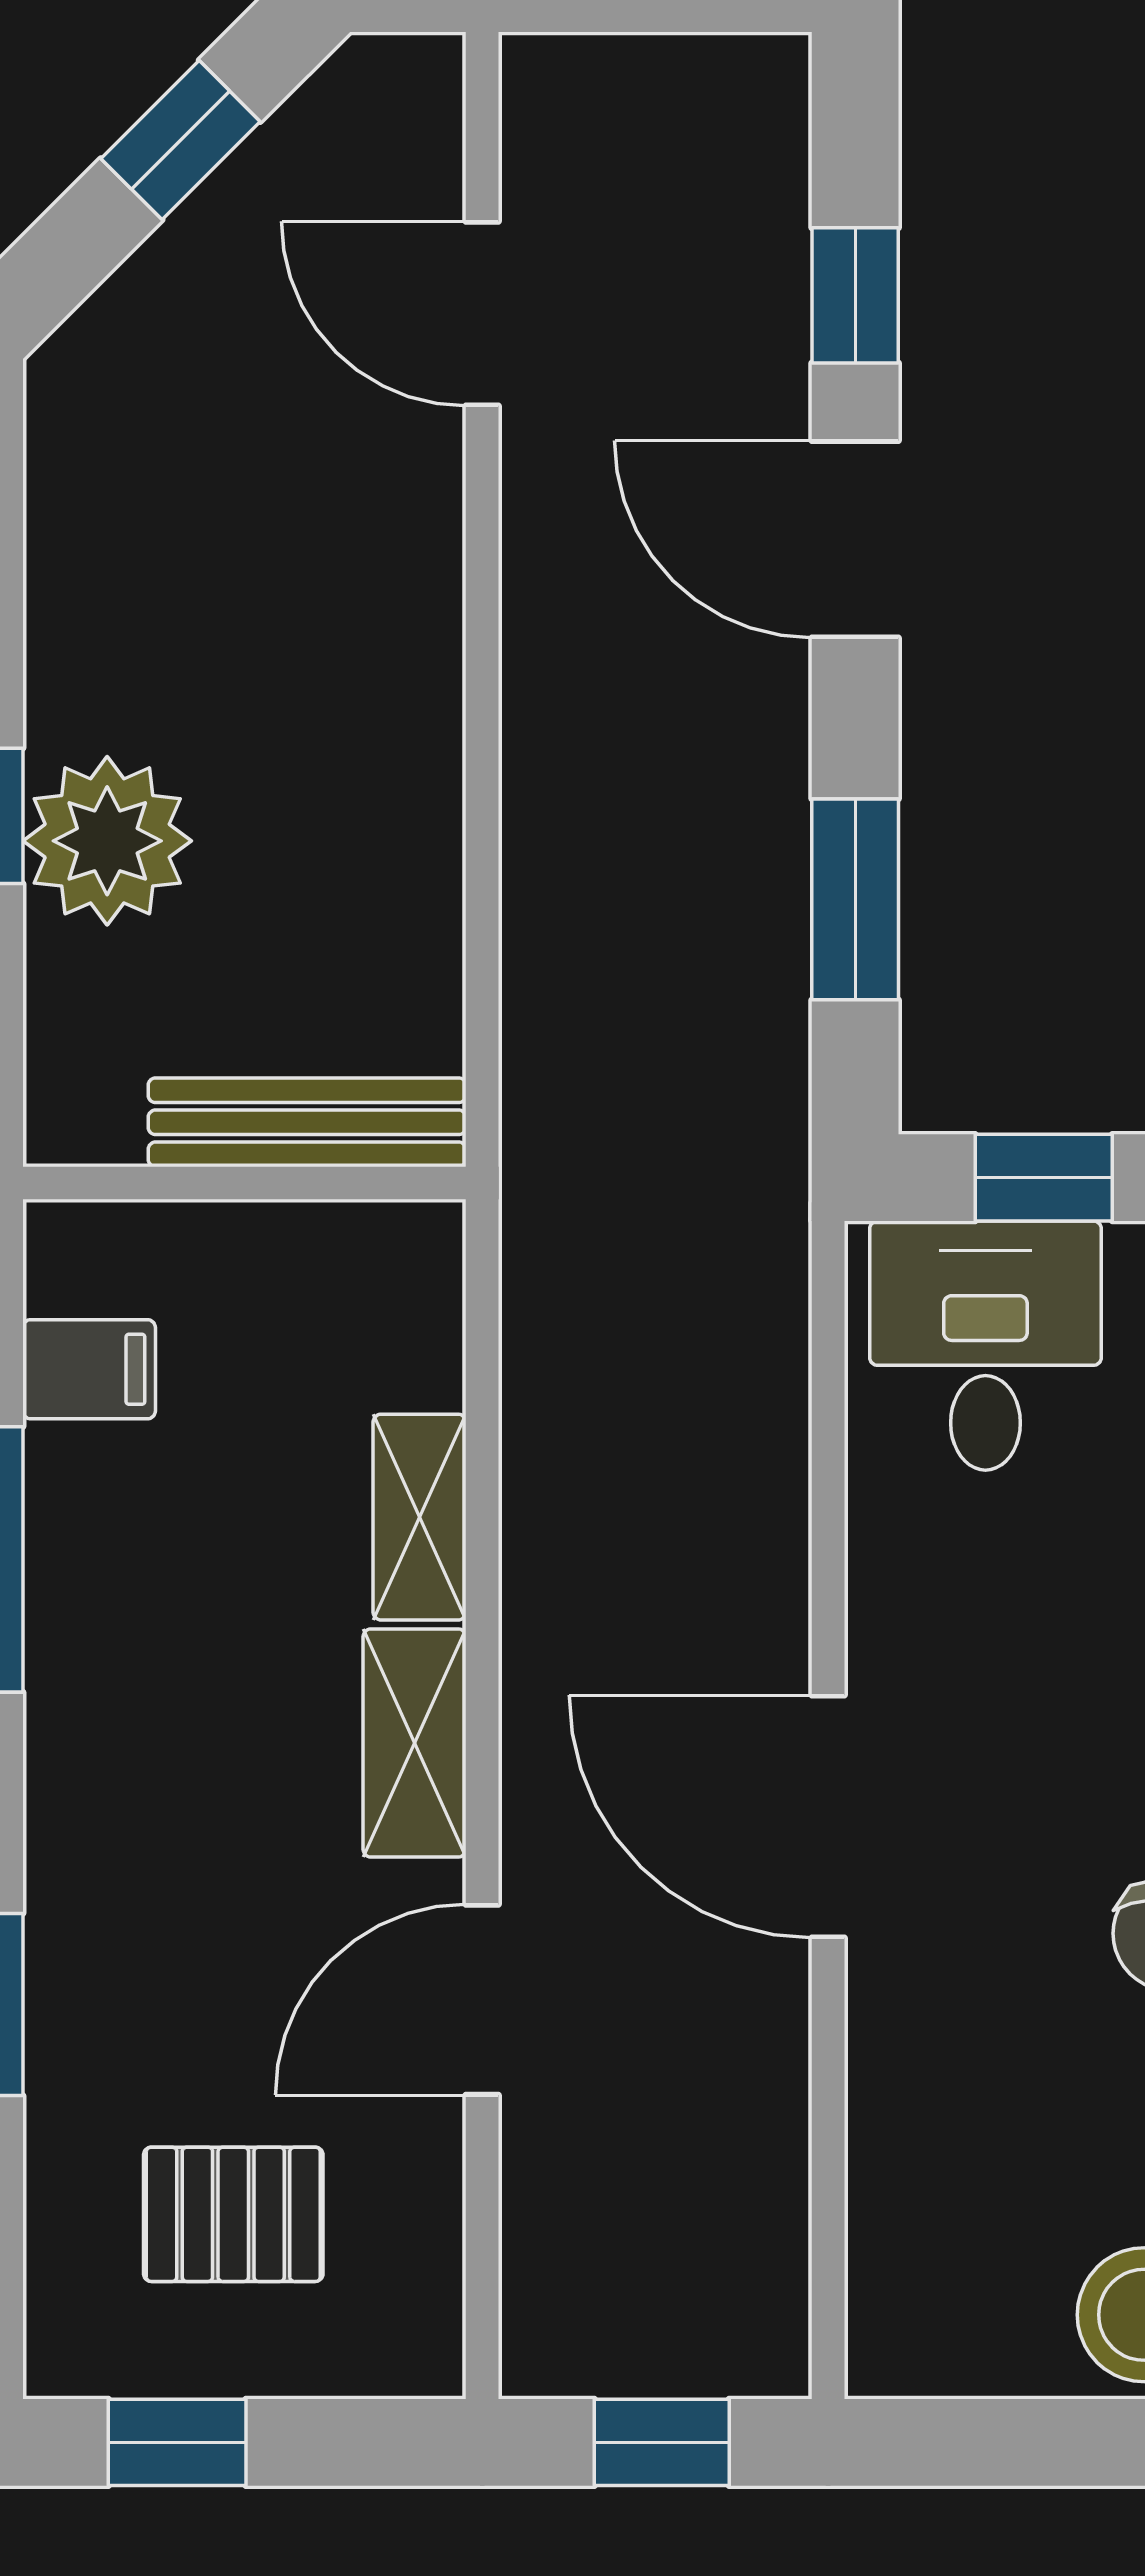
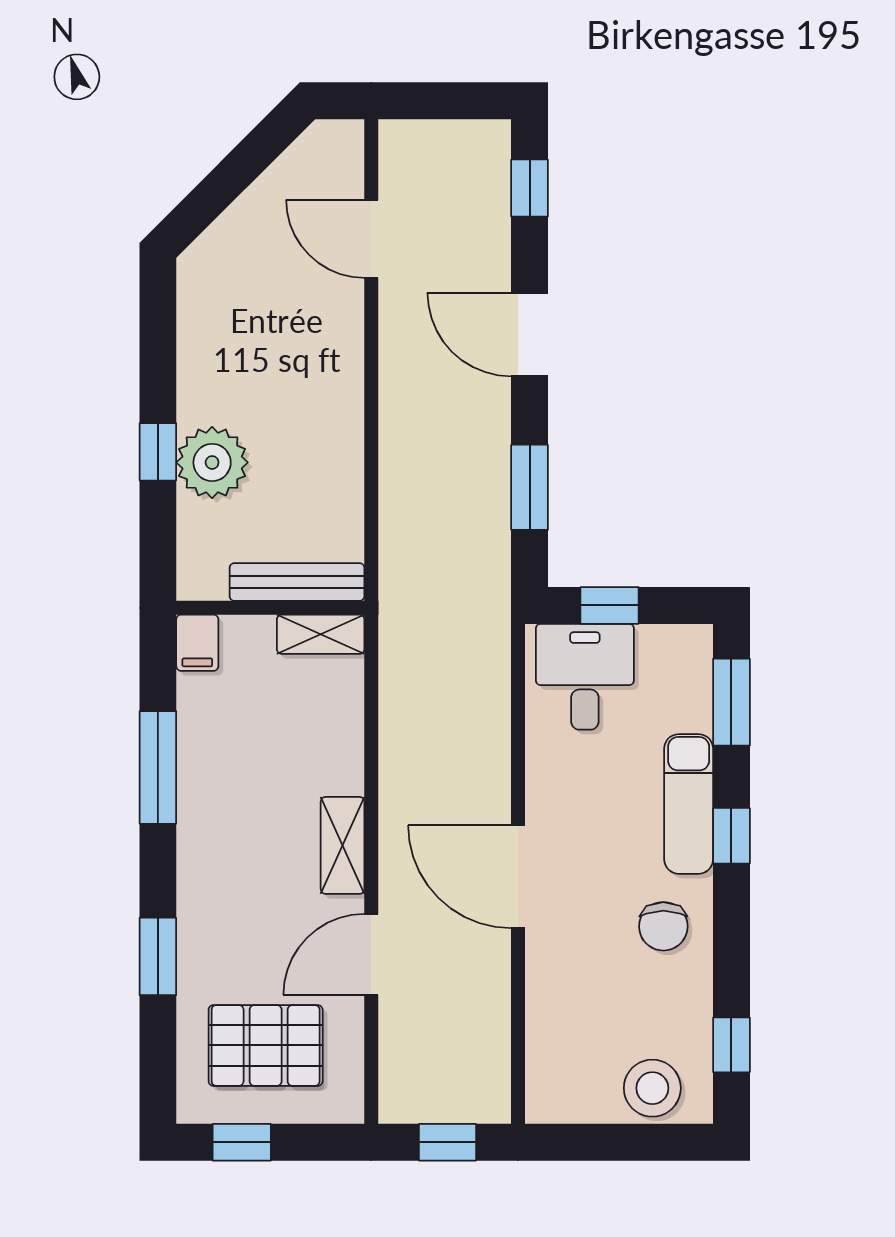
window: (181, 140) -> (243, 165), removed
window: (855, 295) -> (530, 188), moved
filing cabinet: (89, 1369) -> (197, 643), moved, turned 90
shelving: (420, 1517) -> (321, 634), moved, turned 90
pallet: (233, 2214) -> (266, 1045), width x1.50, depth x1.42

